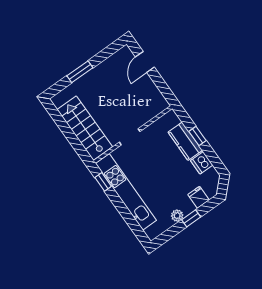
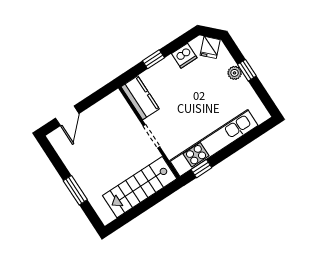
door: (145, 62) -> (67, 116), hinge flipped
kitchen counter: (185, 141) -> (140, 98), moved, turned -90
fridge: (199, 197) -> (210, 47), moved, turned -45
plant: (177, 216) -> (235, 73), moved

